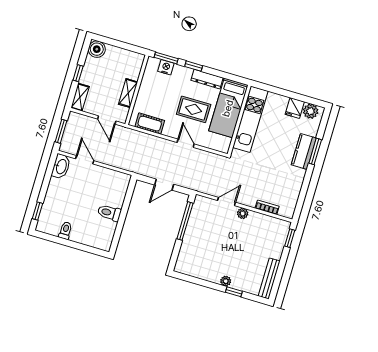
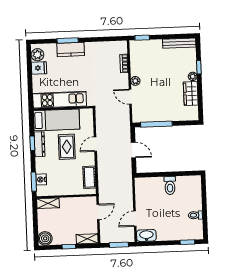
window: (194, 66) -> (32, 143), moved
shelving: (128, 93) -> (48, 203), moved
wardrobe: (207, 272) -> (191, 94), added

